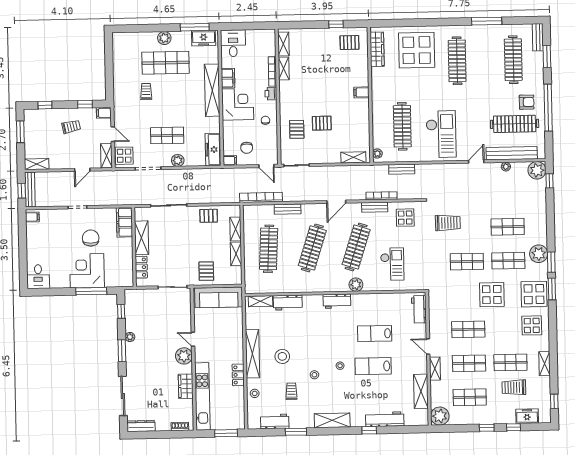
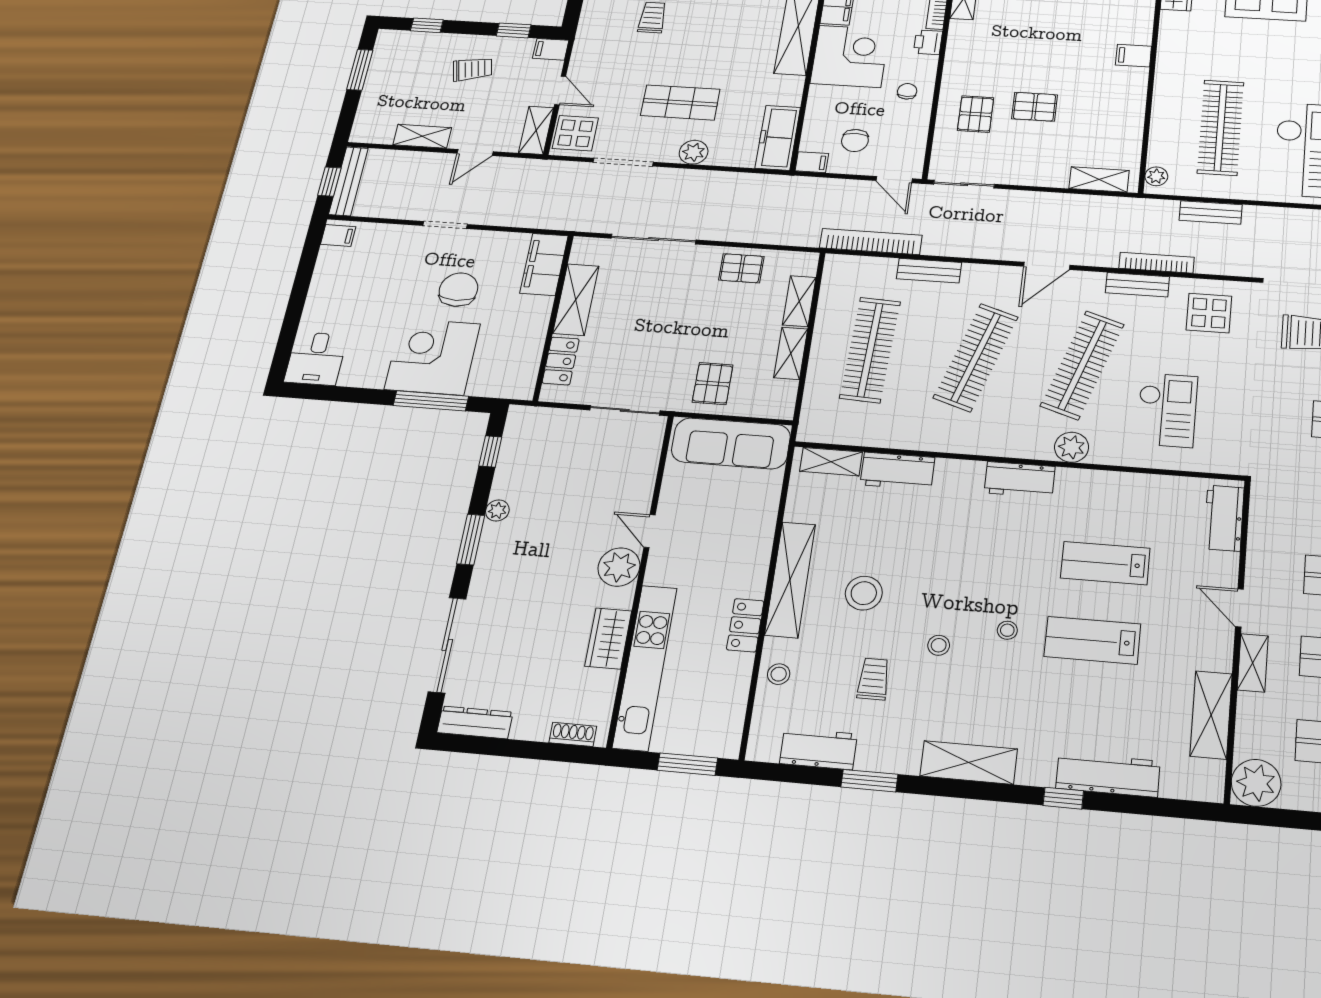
shelving: (37, 164) -> (422, 136), moved

